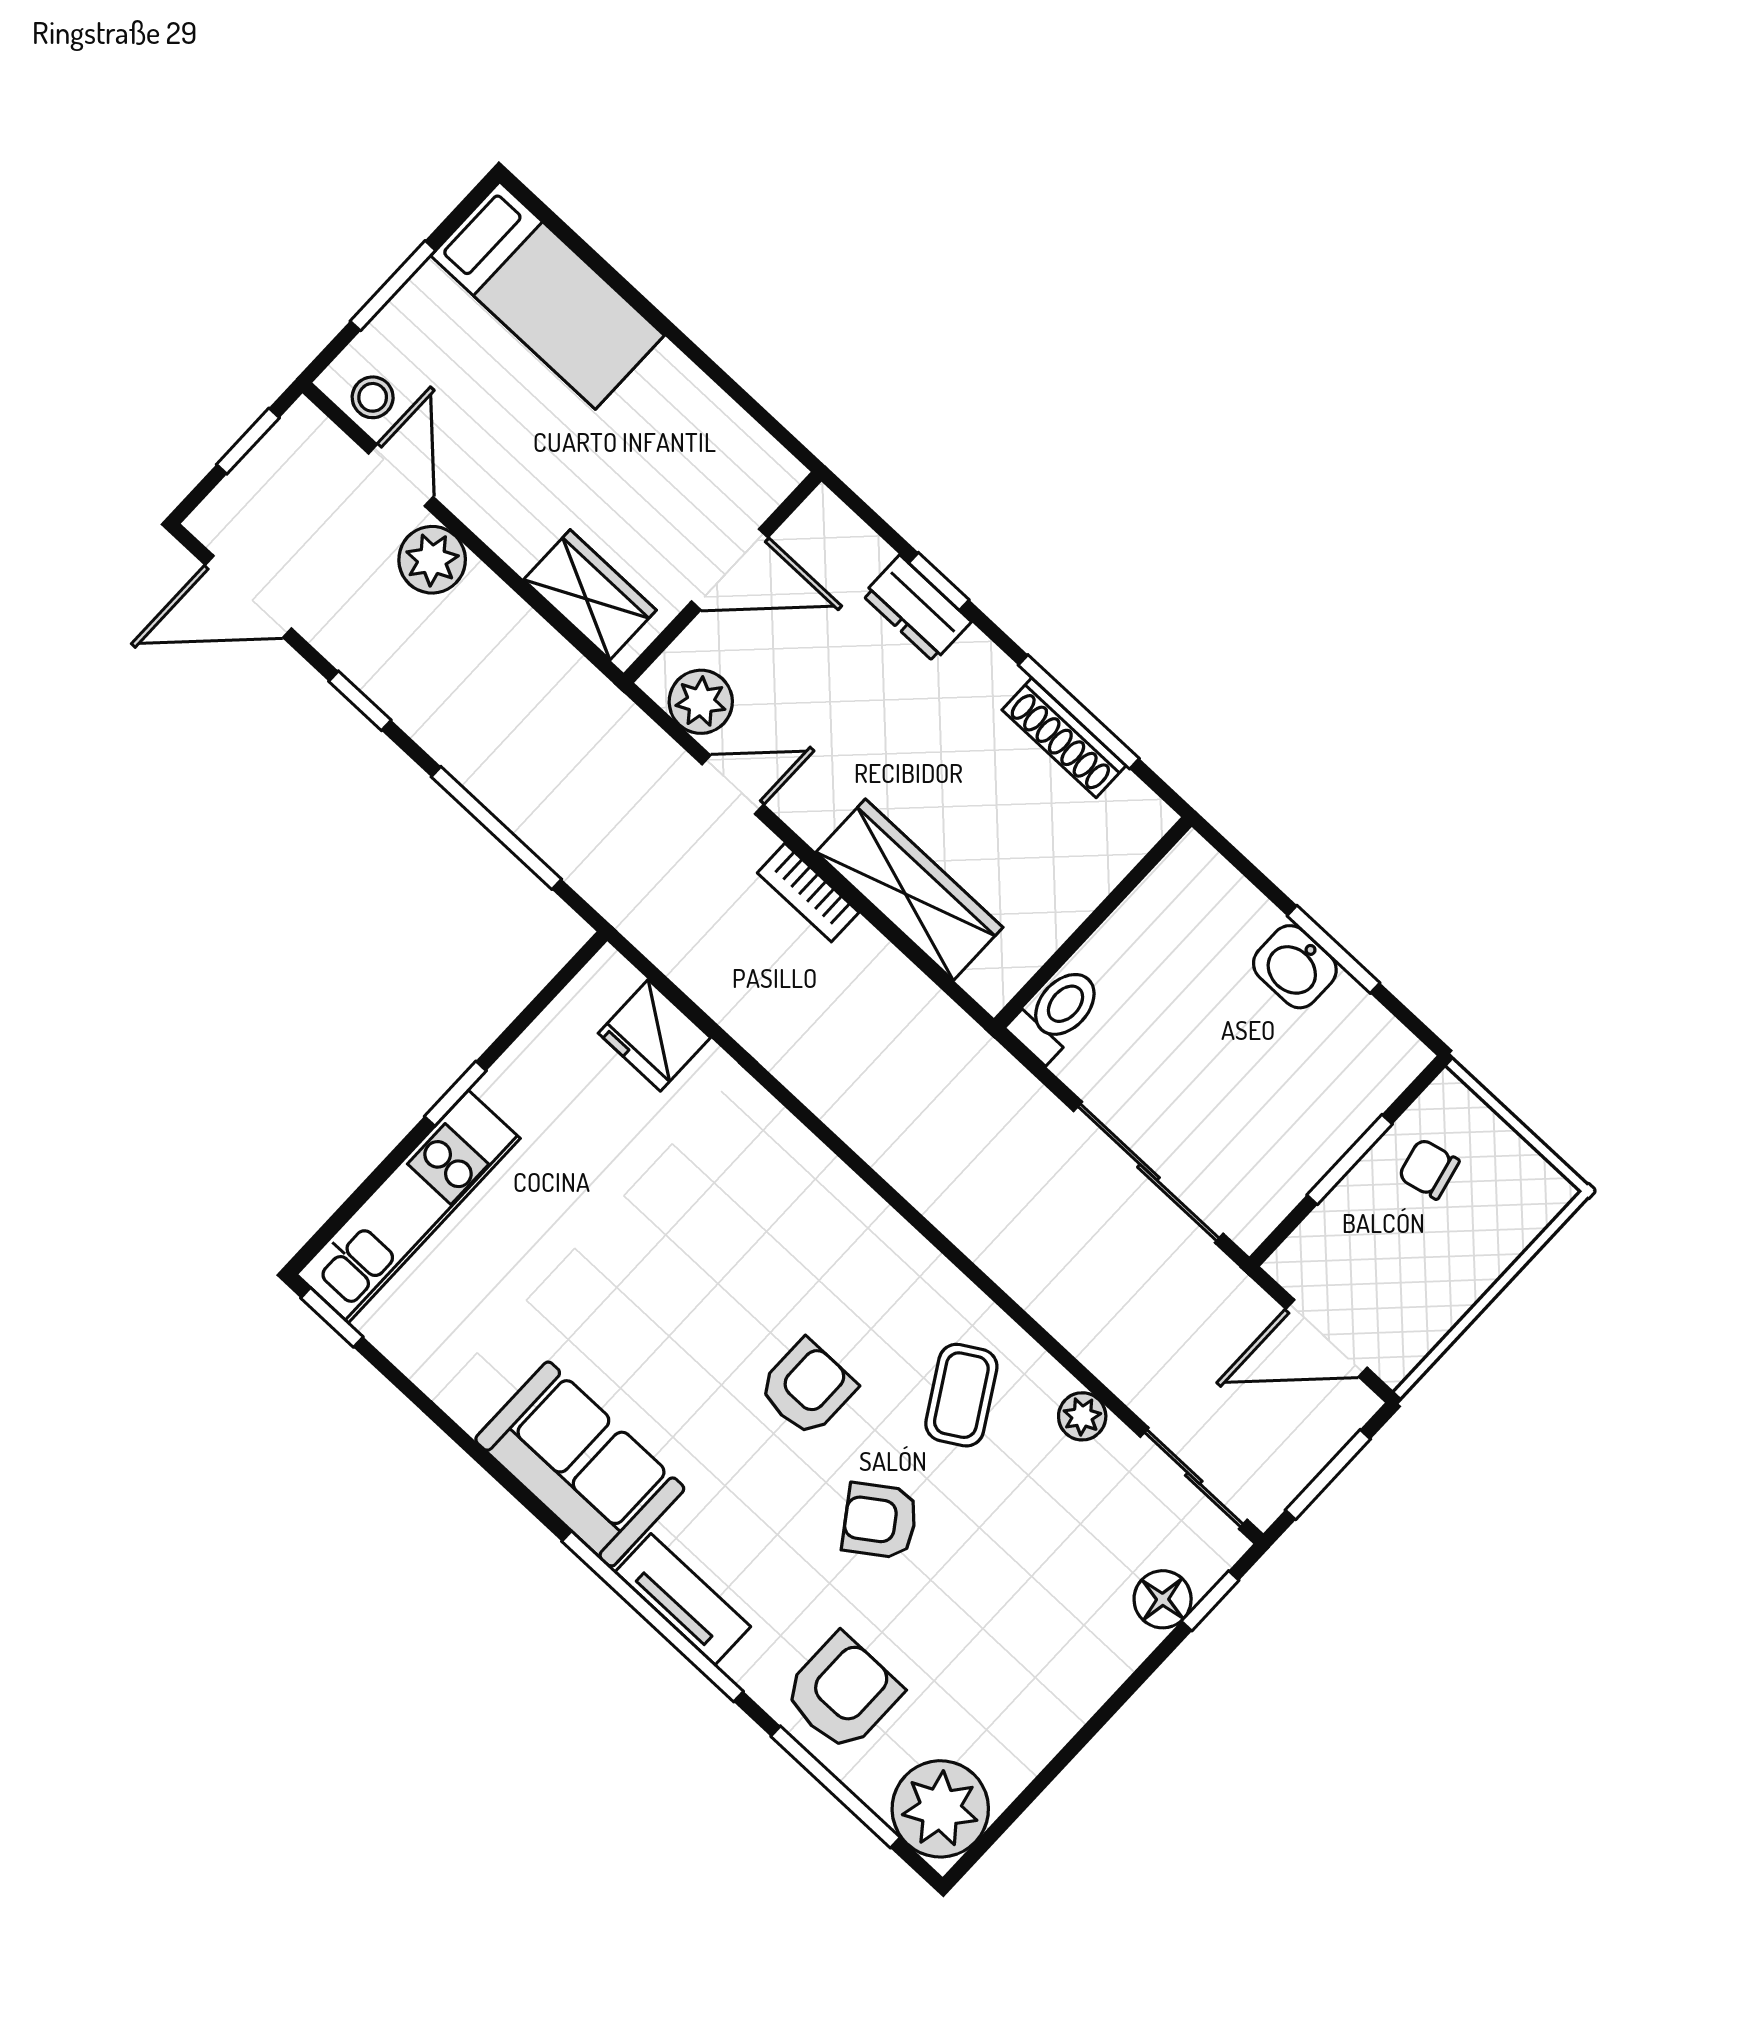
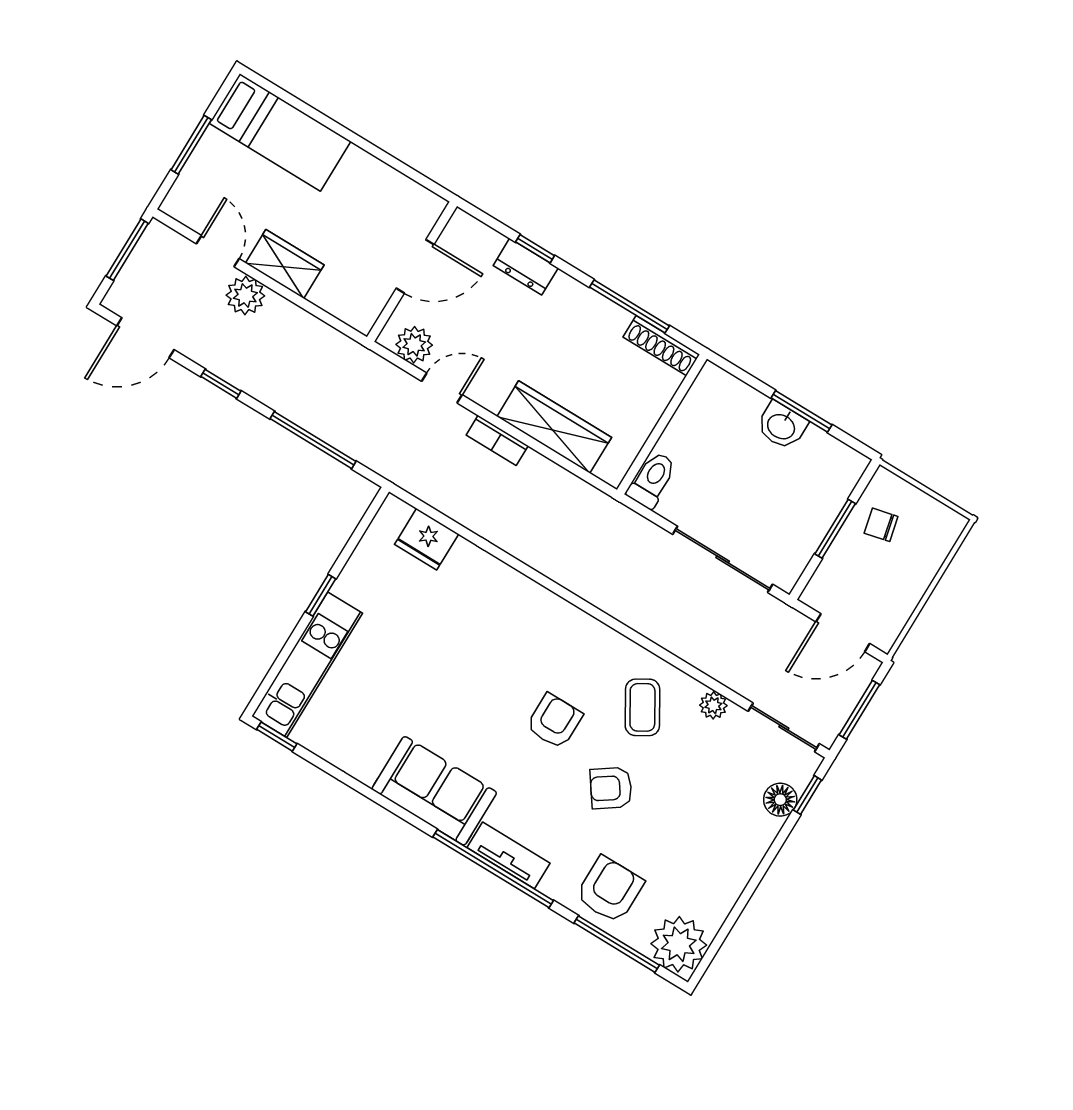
stool: (373, 397) -> (193, 210), removed
window: (248, 441) -> (127, 250), width x1.50
wardrobe: (590, 595) -> (285, 264), moved
shoe rack: (1064, 738) -> (661, 346), moved

